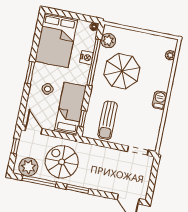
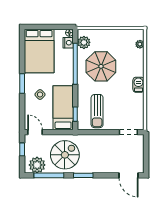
nightstand: (86, 58) -> (68, 43), moved
spiral stairs: (62, 162) -> (65, 155), turned 90

